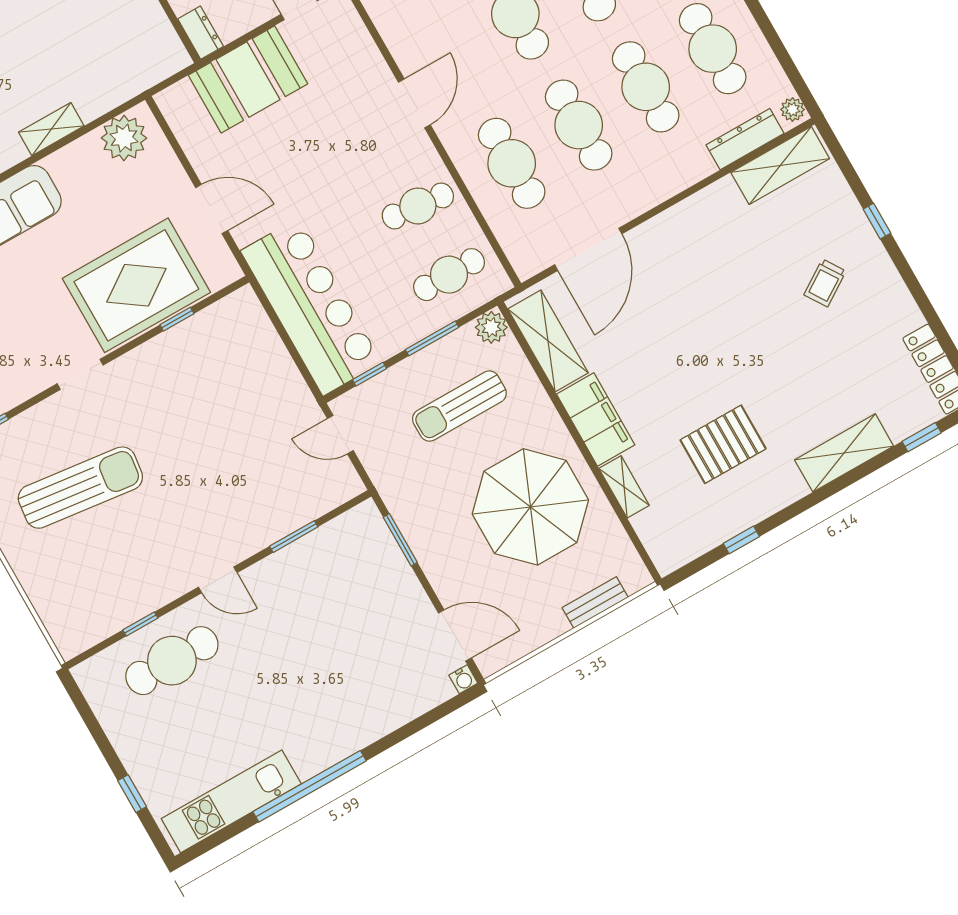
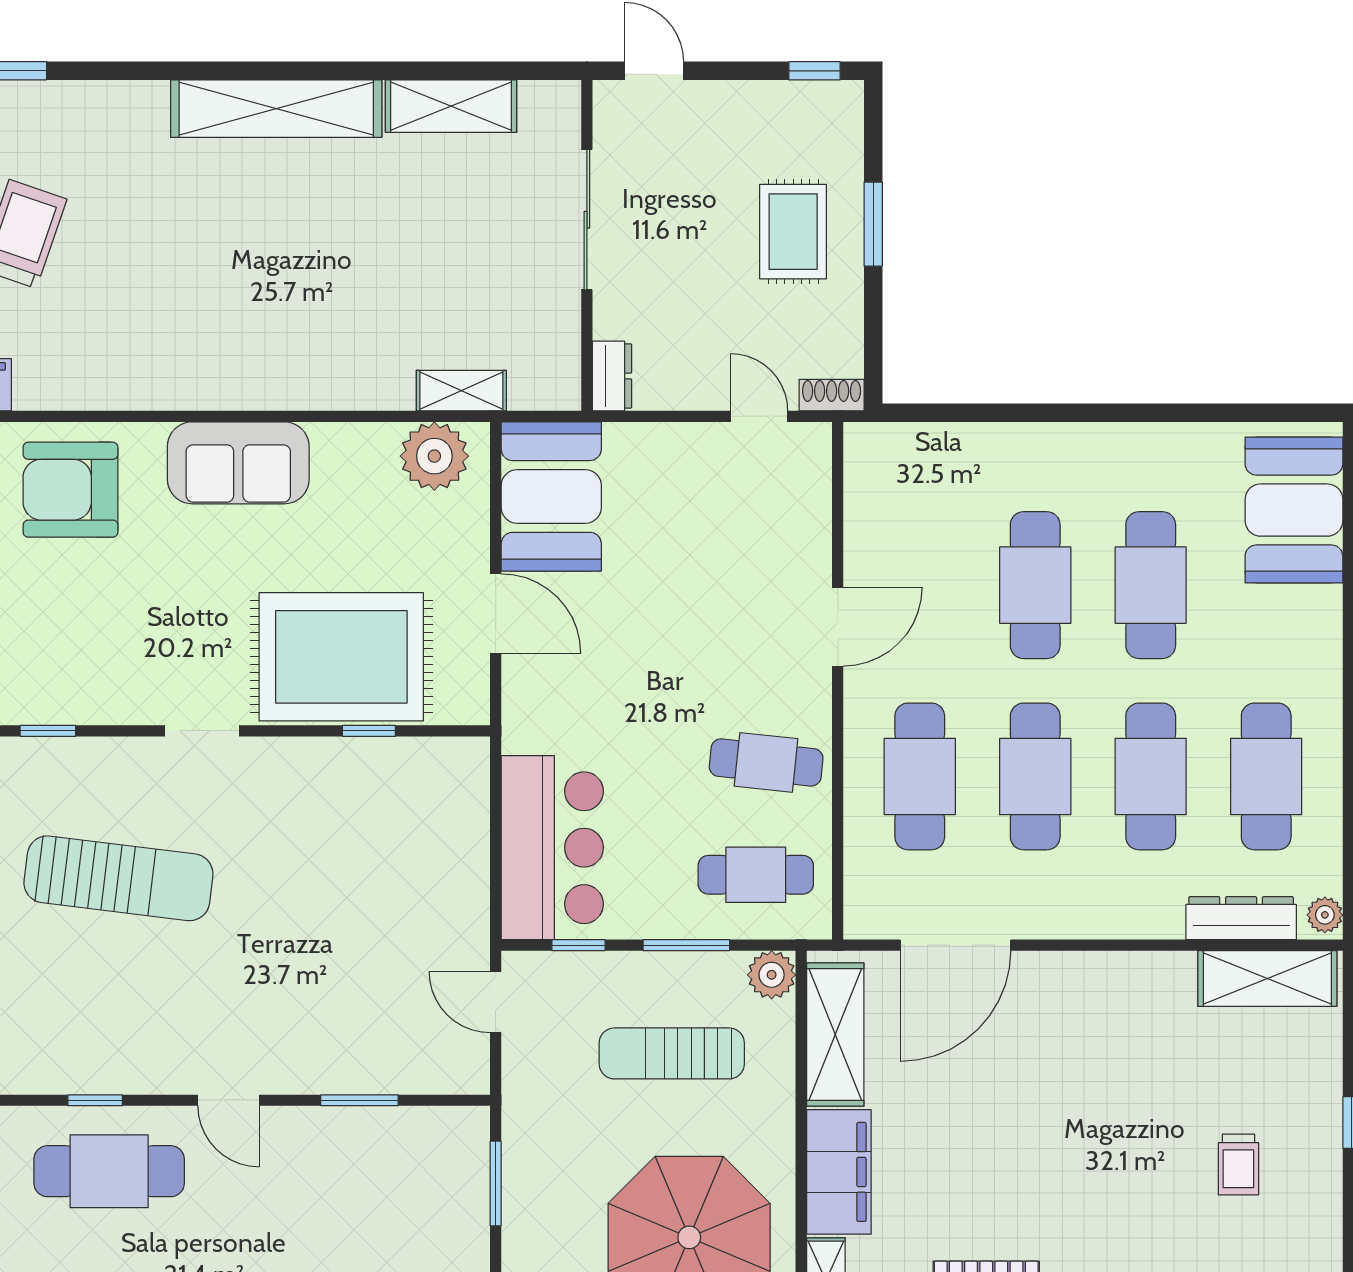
booth: (248, 79) -> (551, 496), moved, turned 90
shelving: (51, 129) -> (461, 391), moved
trolley: (825, 283) -> (1238, 1164), turned -57
bar counter: (311, 307) -> (552, 848), width x0.73

